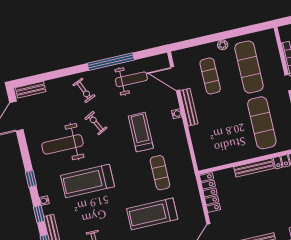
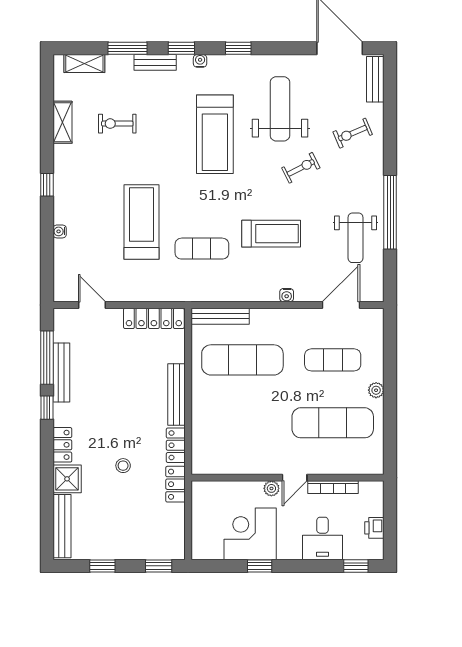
exercise bike: (84, 90) -> (353, 133), moved
bench: (189, 107) -> (220, 316), moved
exercise mat: (262, 123) -> (242, 360), moved
treadmill: (87, 181) -> (215, 134), turned 180

